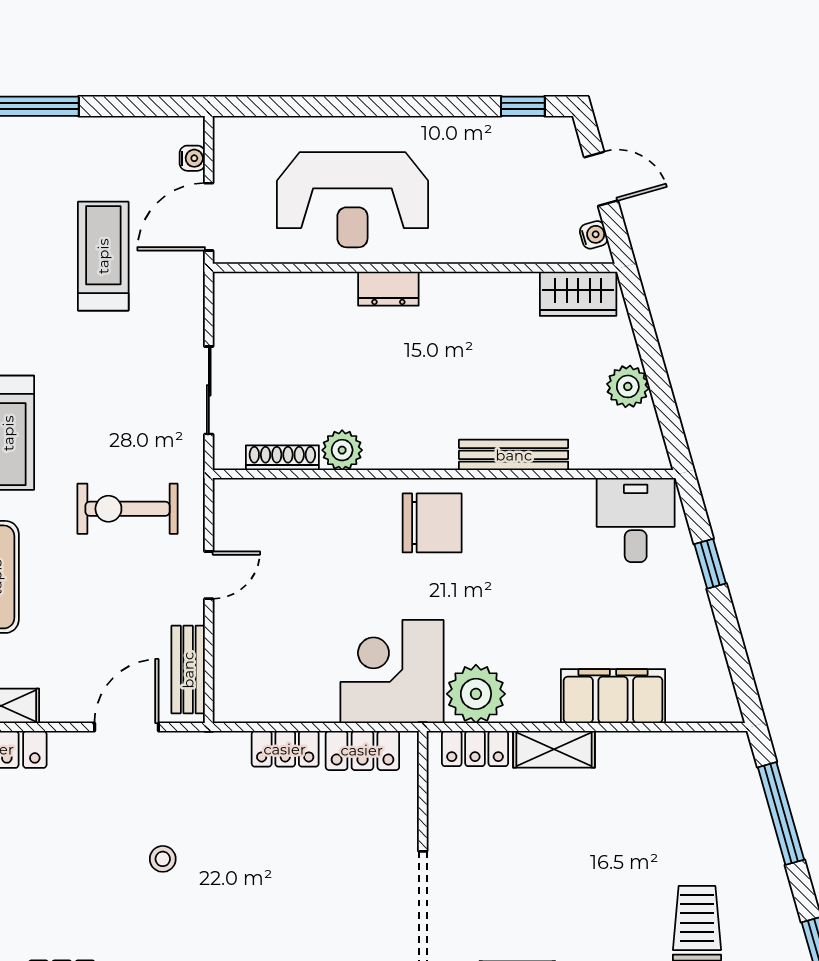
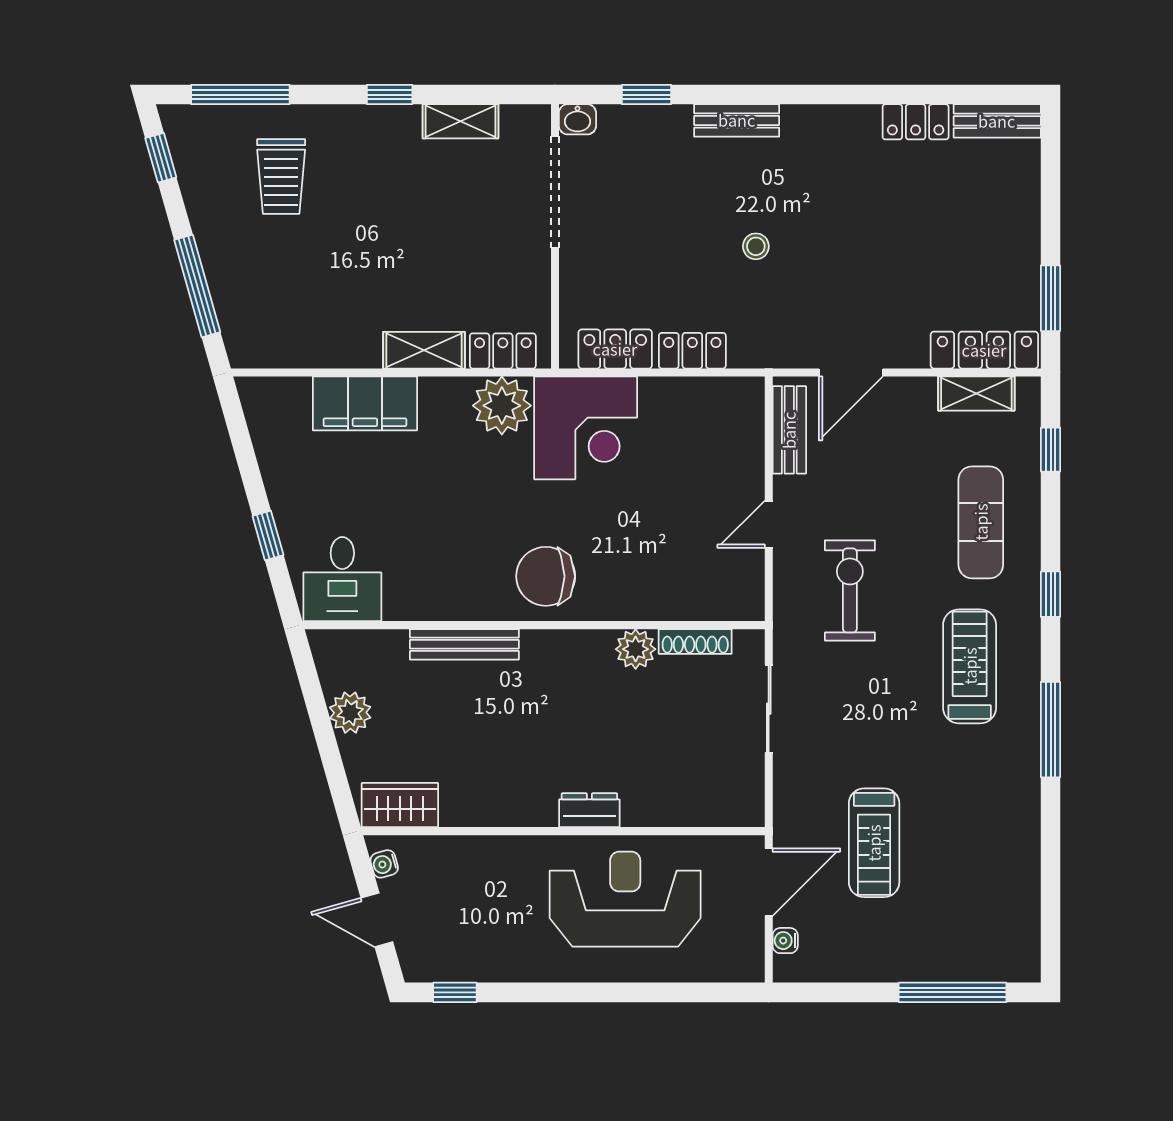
exercise bike: (127, 509) -> (850, 590), turned -90
stool: (163, 859) -> (756, 246), moved

